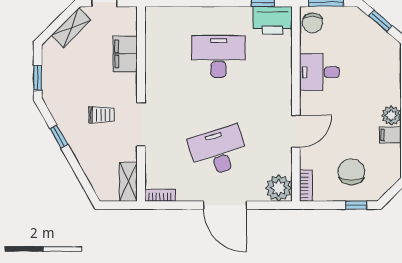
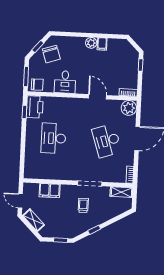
chair: (351, 172) -> (51, 54), moved, turned -108

